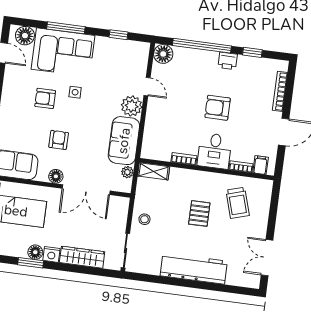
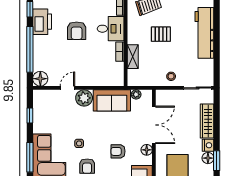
printer: (228, 61) -> (42, 22), width x1.87, depth x1.48
shelving: (154, 171) -> (133, 57), moved

